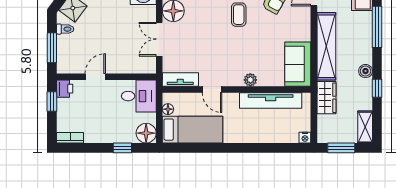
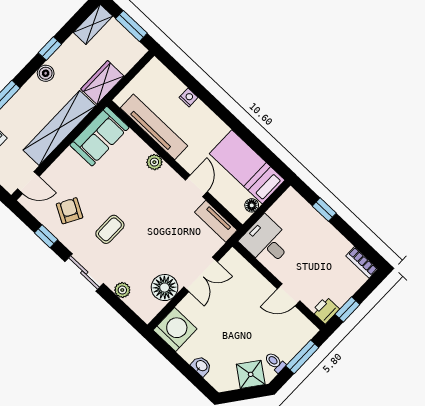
floor lamp: (146, 133) -> (291, 203), removed
nightstand: (305, 138) -> (189, 97), moved

